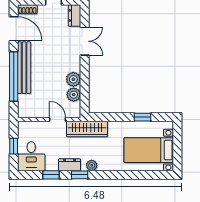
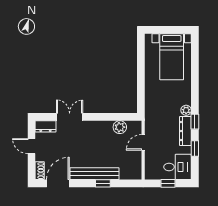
window: (14, 77) -> (103, 183), width x0.32
plant: (73, 79) -> (105, 127), removed
window: (143, 117) -> (141, 63), removed
wardrobe: (87, 129) -> (152, 115), removed
dresser: (70, 165) -> (185, 131), width x1.44

